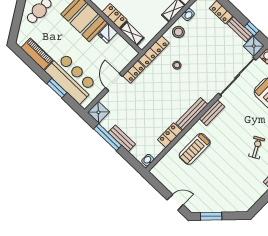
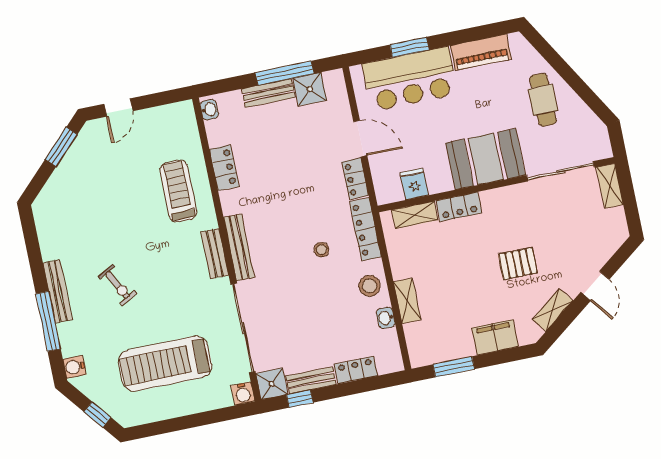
fridge: (108, 33) -> (414, 184), moved
shower: (98, 112) -> (310, 89), moved
bench: (192, 114) -> (239, 247), moved

